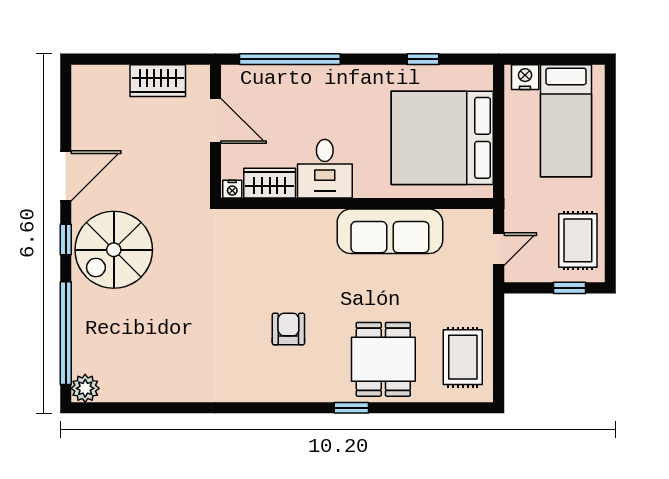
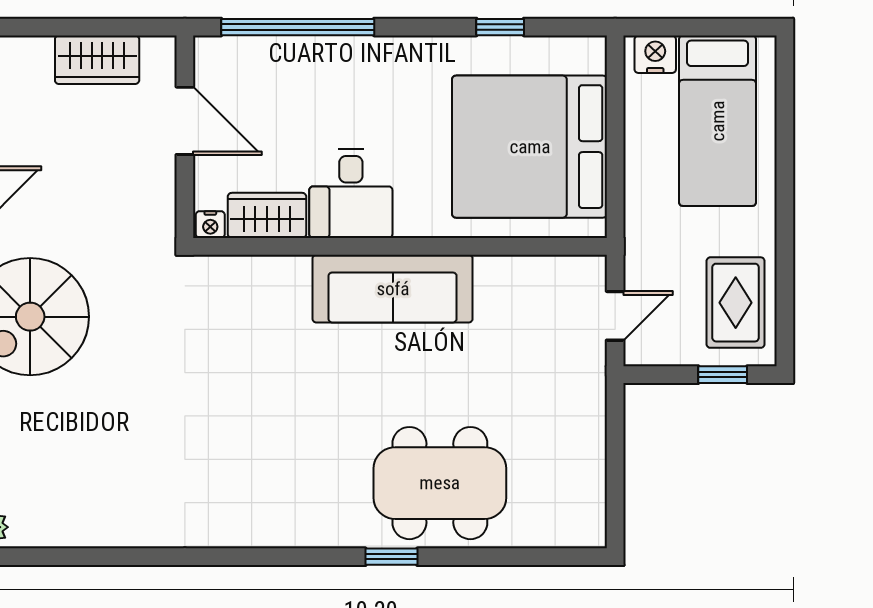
sofa: (390, 231) -> (393, 289), moved
armchair: (288, 329) -> (296, 437), removed
rug: (463, 357) -> (561, 480), removed
dining table: (383, 359) -> (440, 483), width x1.38

